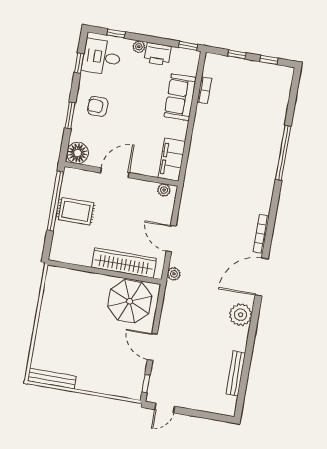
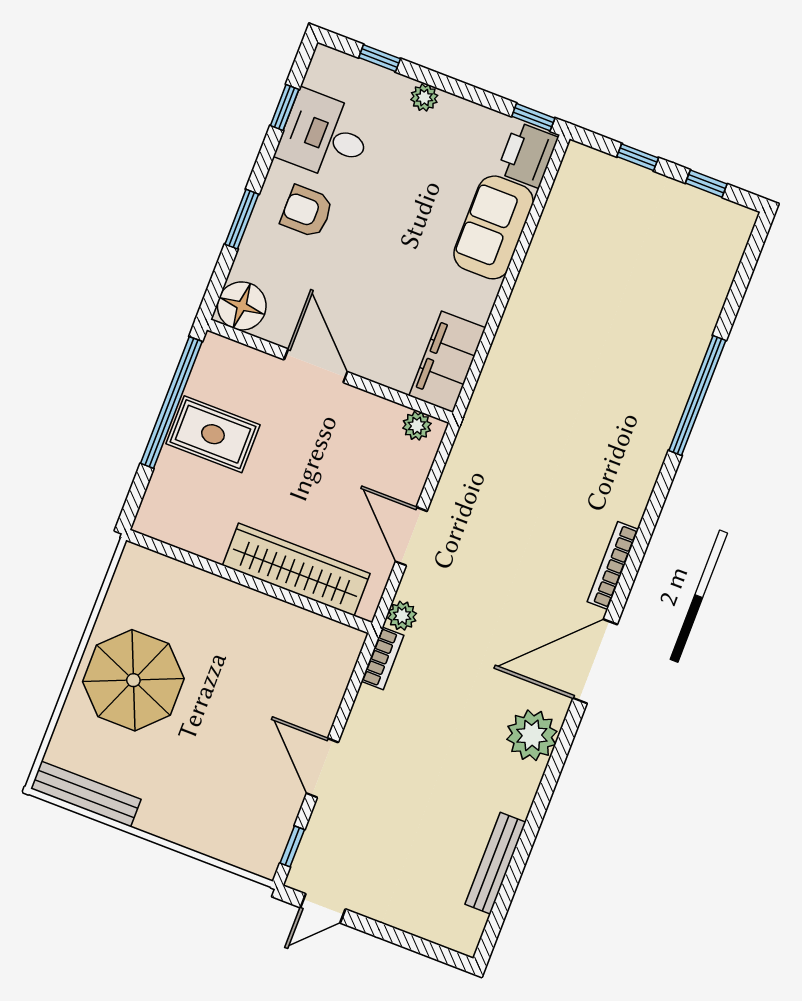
printer: (158, 54) -> (528, 155), moved, turned 90
desk: (102, 57) -> (325, 136), moved
bookcase: (204, 90) -> (383, 658), moved
door: (115, 173) -> (316, 366), hinge flipped
parasol: (130, 301) -> (133, 680), moved

